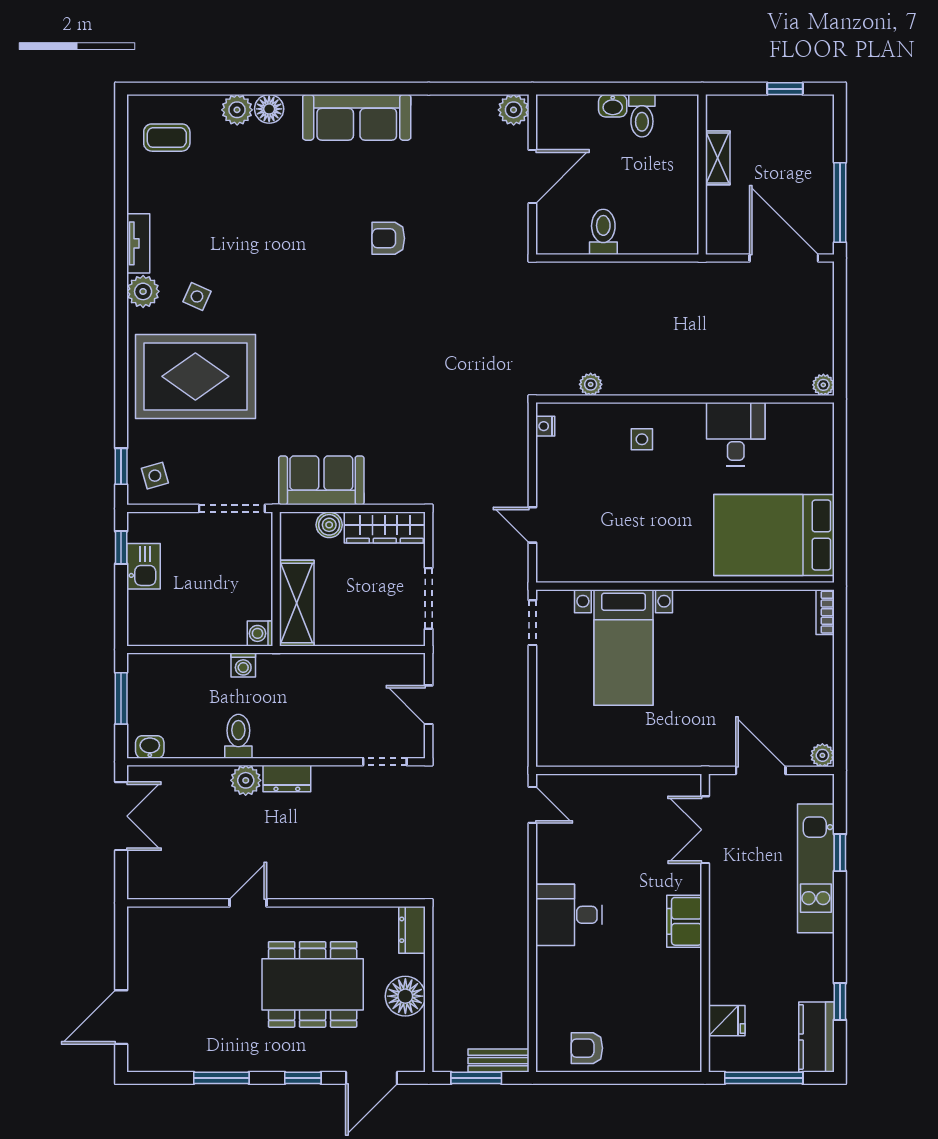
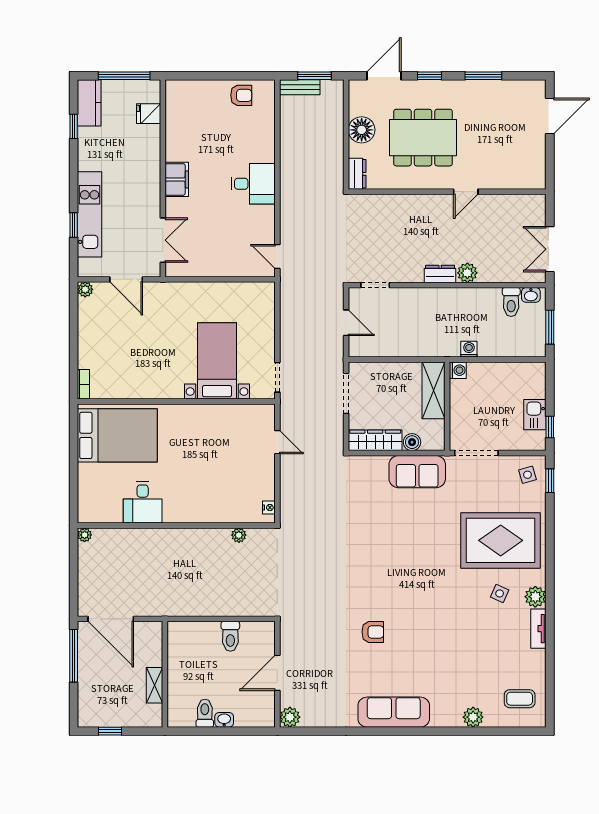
floor lamp: (269, 109) -> (452, 718), removed
side table: (642, 439) -> (205, 499), removed
toilet: (238, 736) -> (511, 302), moved

